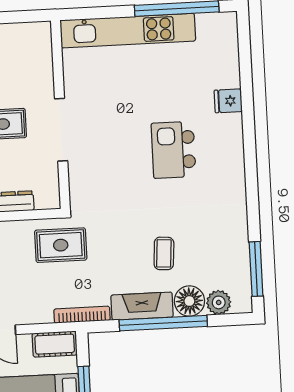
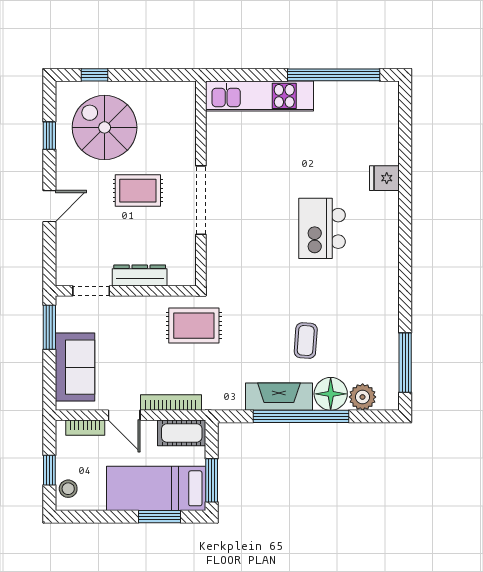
kitchen unit: (128, 31) -> (259, 96), width x0.73
bookcase: (82, 315) -> (171, 403), moved

